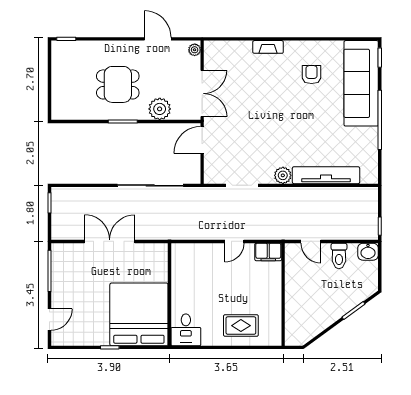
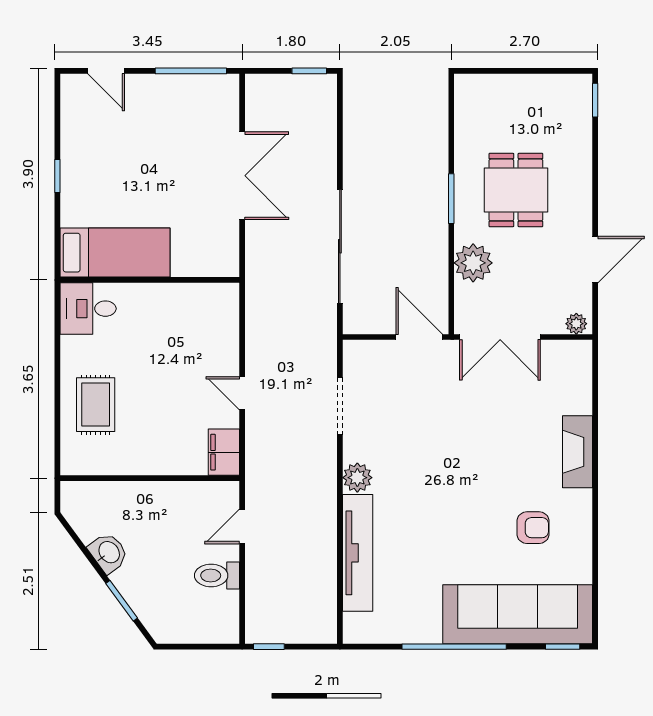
fireplace: (268, 47) -> (578, 452), width x1.37, depth x1.32
washbasin: (368, 252) -> (108, 553), moved, turned 144
bed: (139, 314) -> (115, 253), width x0.49

